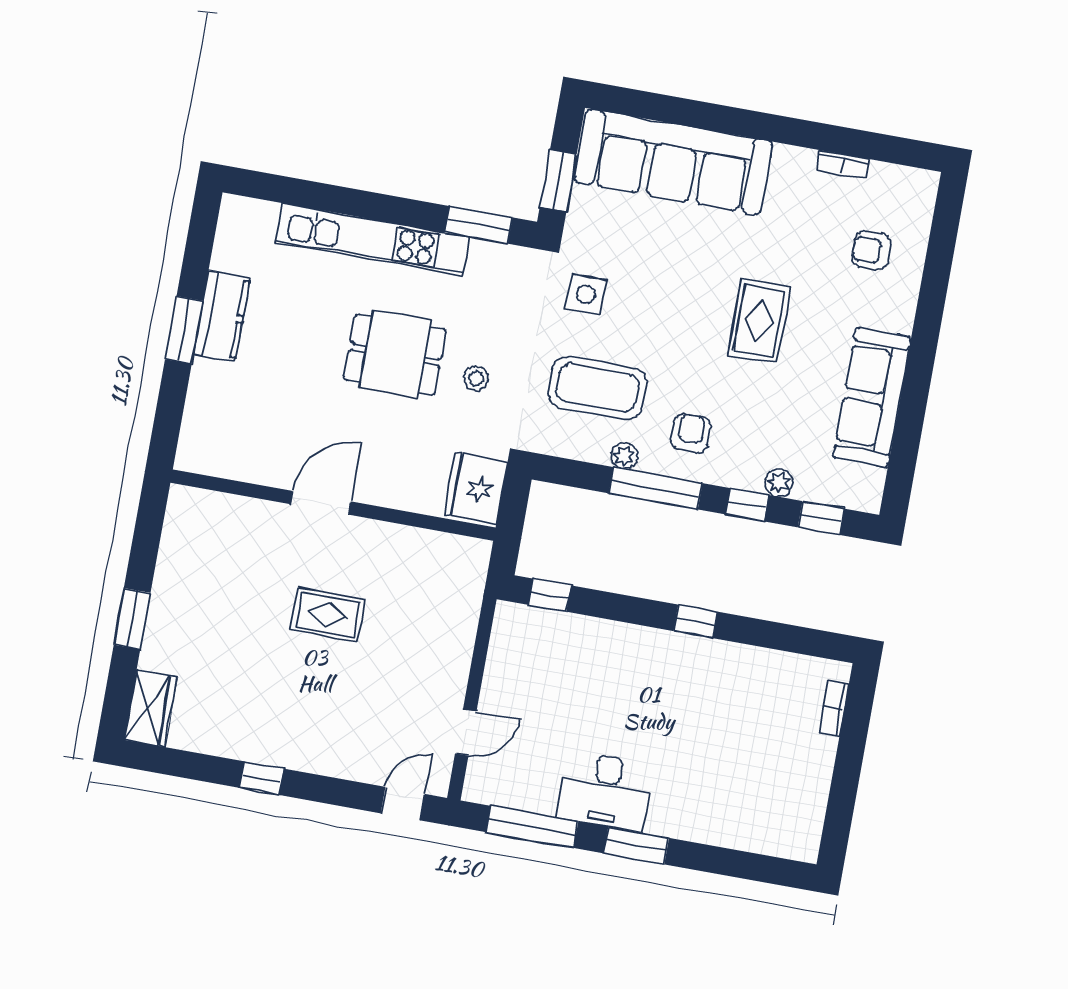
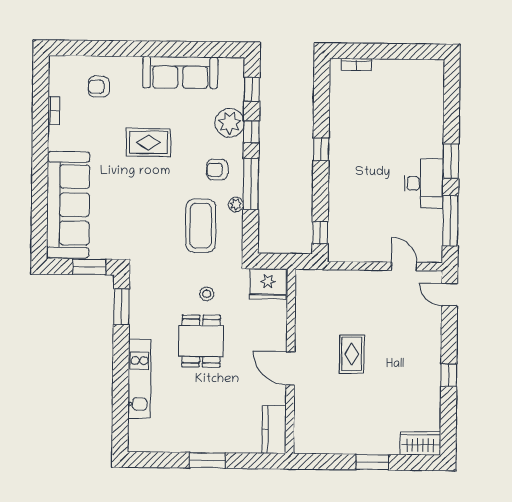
kitchen unit: (372, 239) -> (139, 379), width x0.73
armchair: (871, 251) -> (99, 87), turned 90
side table: (586, 294) -> (150, 241), removed
kitchen counter: (222, 316) -> (274, 430), moved, turned -90
plant: (779, 483) -> (230, 123), width x1.88, depth x1.88

